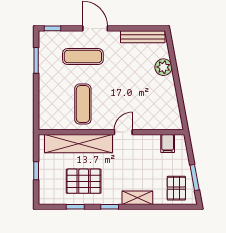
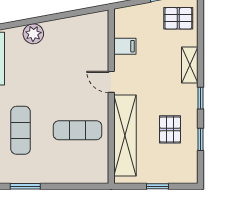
filing cabinet: (168, 144) -> (125, 46), moved
pallet: (84, 181) -> (170, 129), width x0.67, depth x0.71

